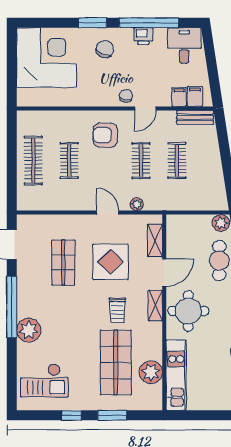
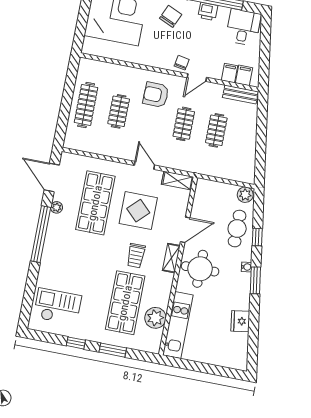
plant: (137, 204) -> (172, 163), removed
shelving: (155, 240) -> (178, 180), moved, turned 90
shop shelf: (63, 263) -> (95, 203), width x1.43, depth x1.36
plant: (29, 330) -> (57, 207), moved, width x0.53, depth x0.53
checkout: (44, 380) -> (57, 307), turned 180

